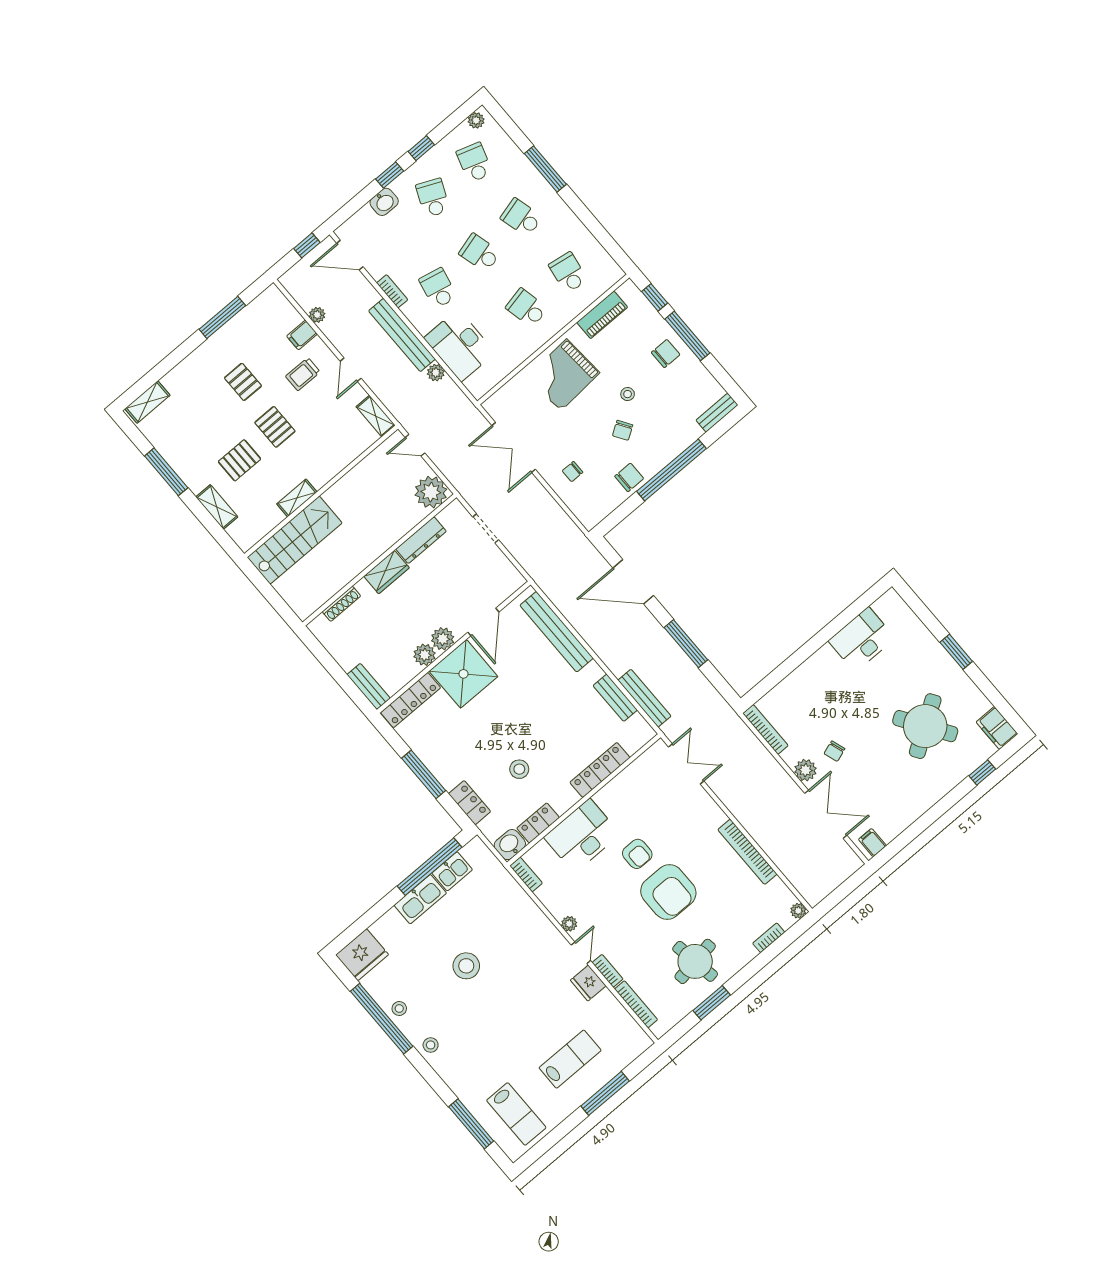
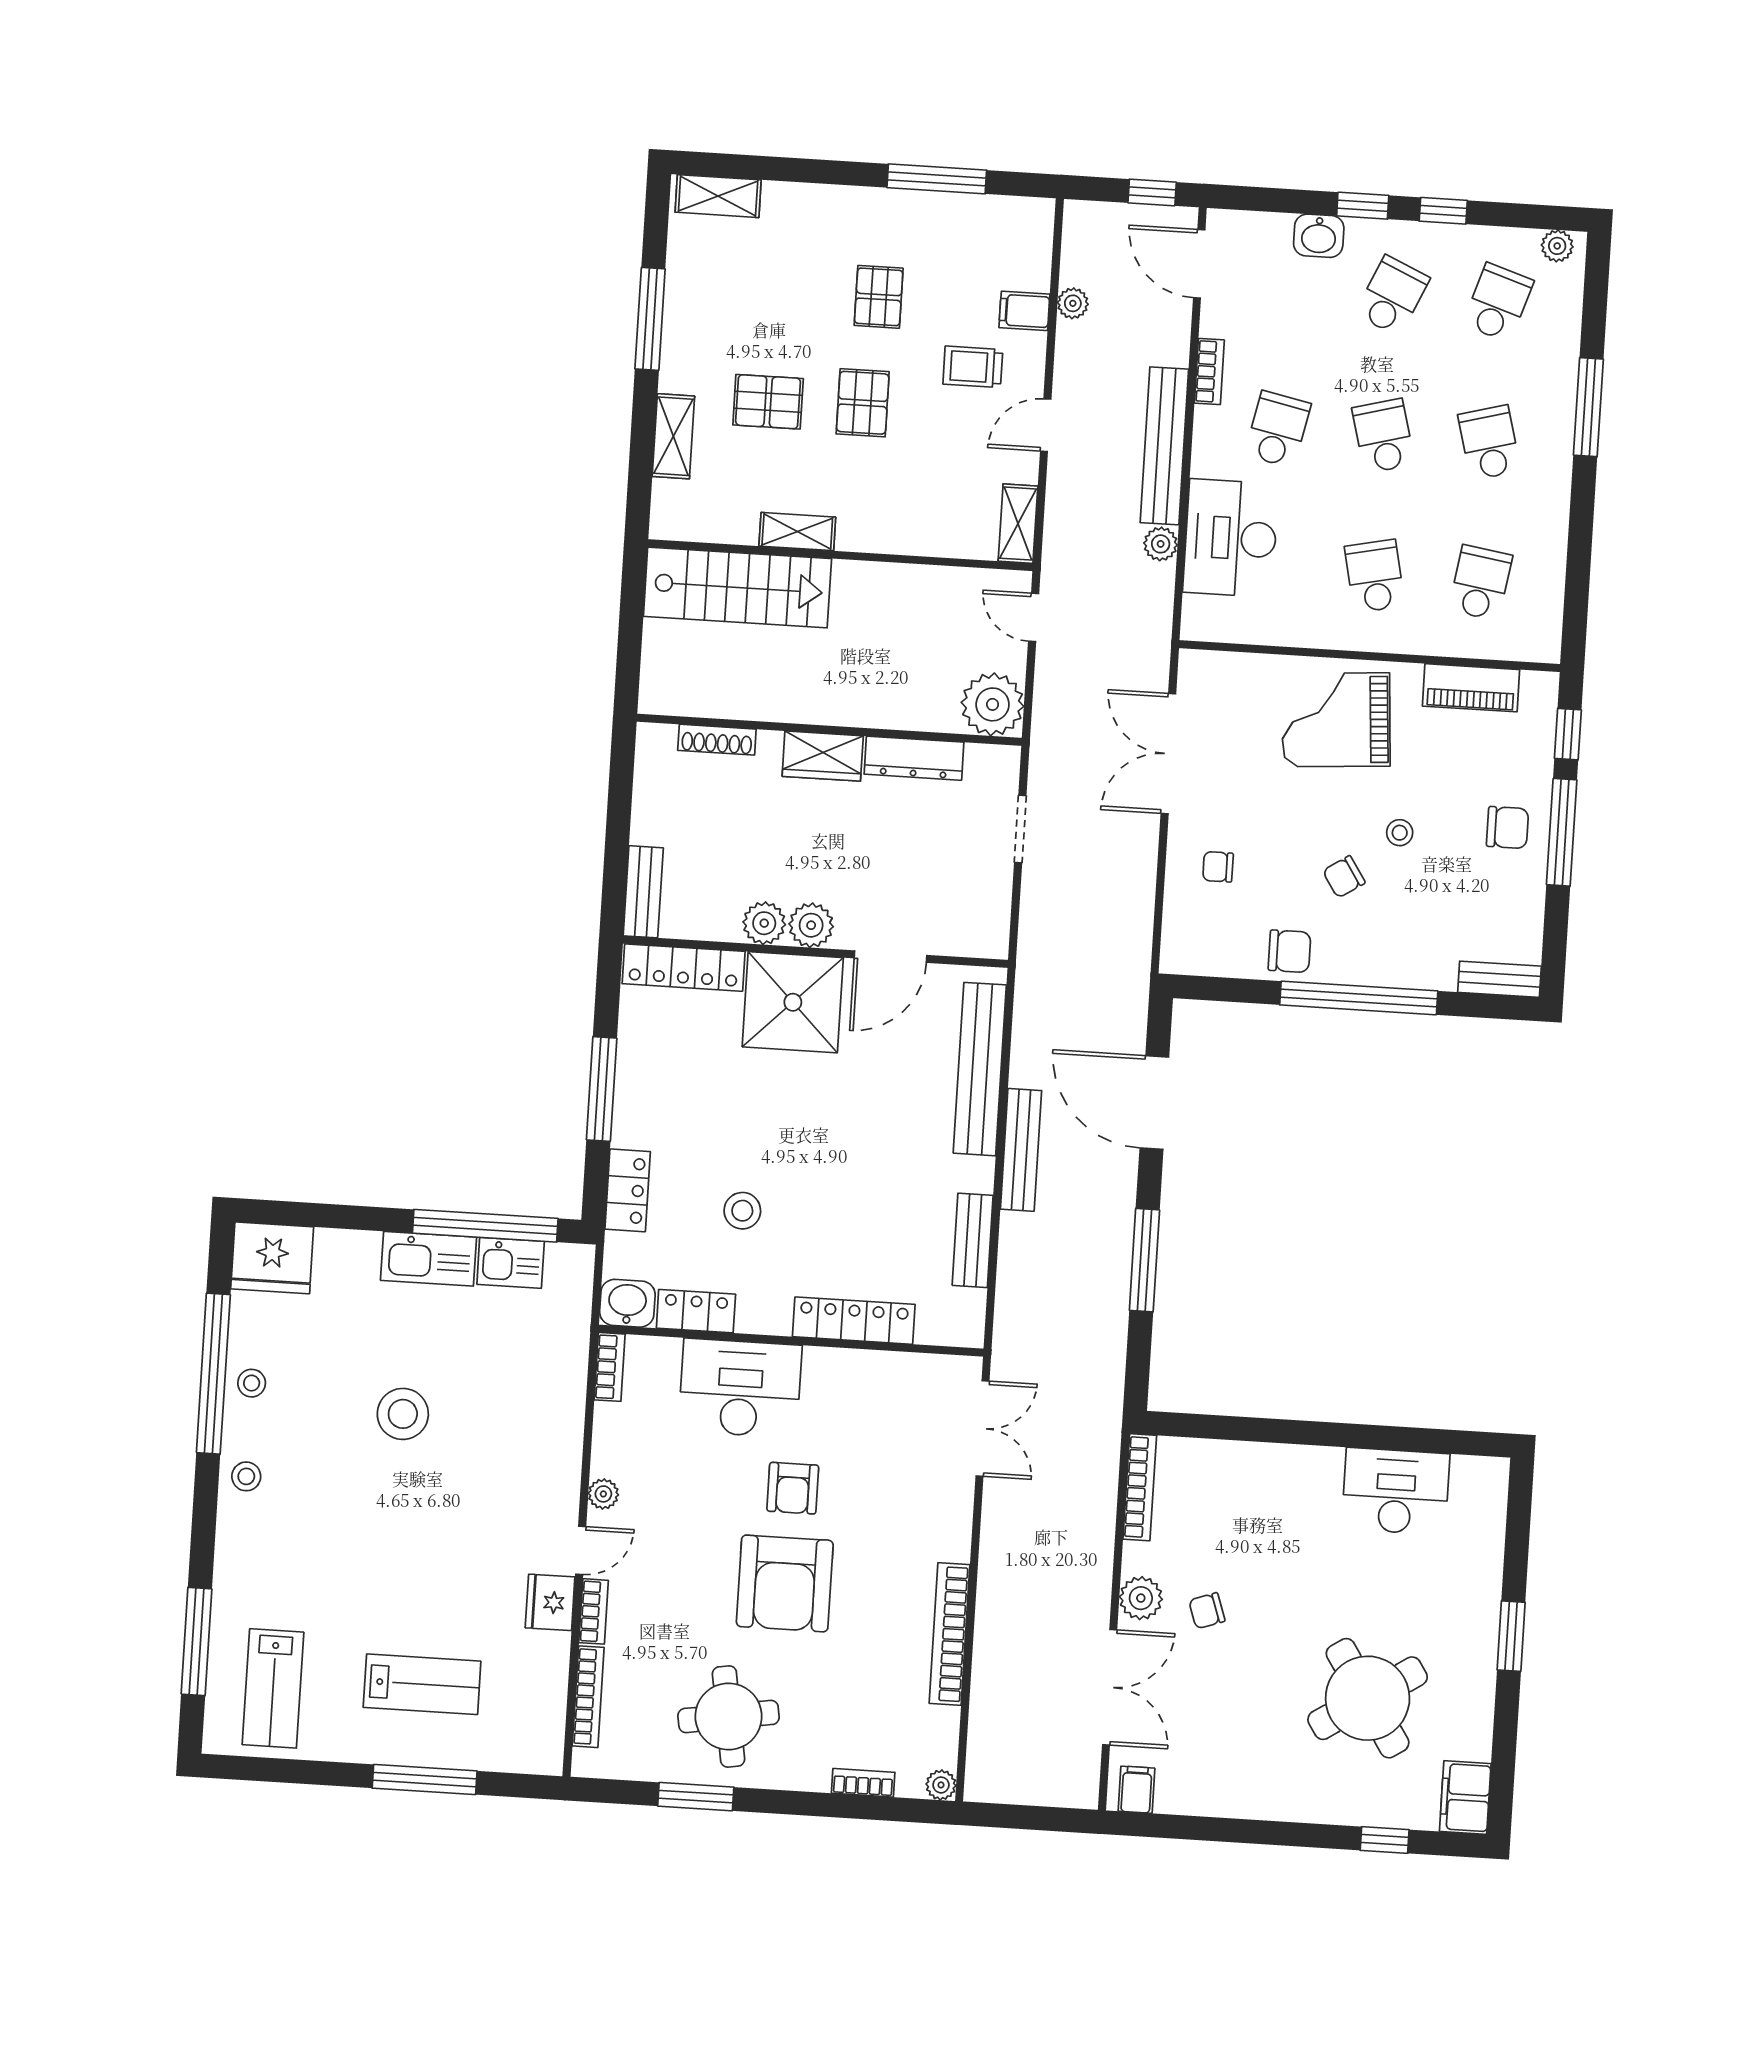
bench: (644, 698) -> (1021, 1150), moved

